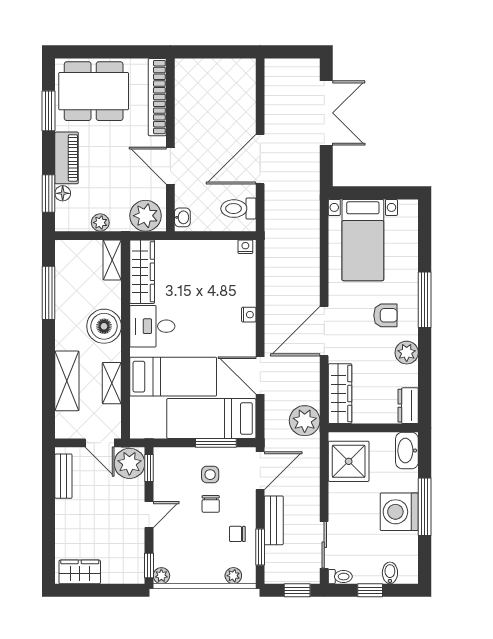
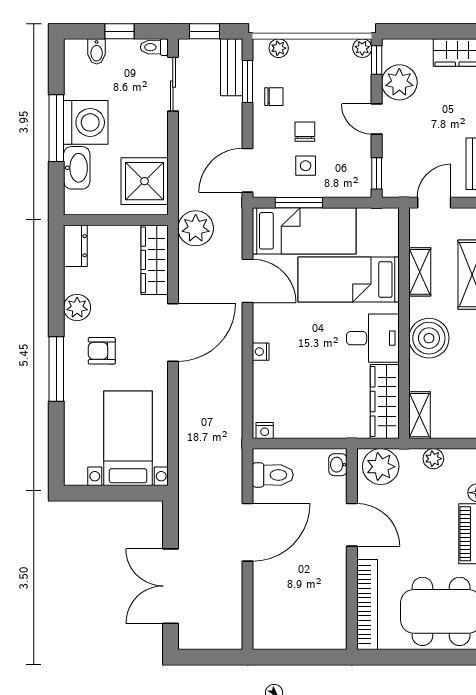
door: (100, 443) -> (434, 203), hinge flipped
washbasin: (407, 451) -> (77, 168), moved
plant: (129, 463) -> (399, 82), moved
door: (149, 515) -> (377, 119), hinge flipped
bench: (274, 520) -> (232, 67), moved

